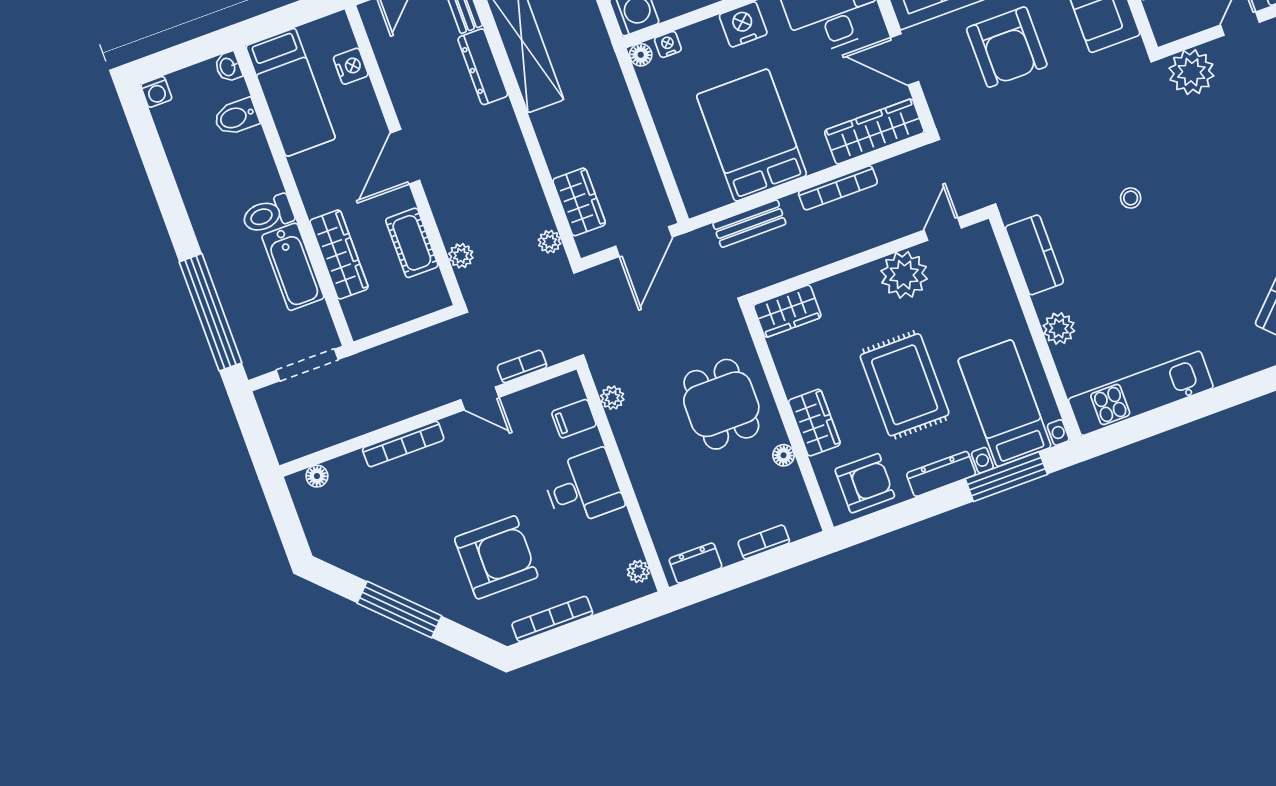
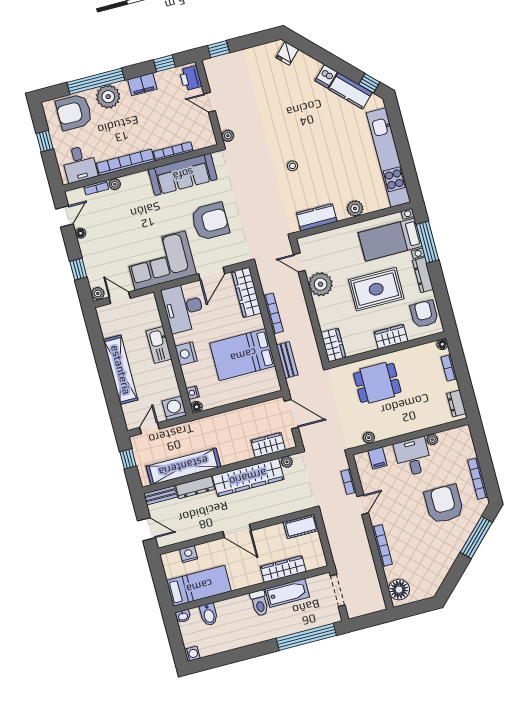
plant: (1191, 72) -> (228, 136), width x0.53, depth x0.53
wardrobe: (512, 169) -> (248, 477), added
cot: (412, 243) -> (301, 526), moved
plant: (461, 256) -> (290, 507), removed
kitchen unit: (1141, 393) -> (388, 157), width x1.36
floor lamp: (783, 455) -> (442, 344), moved
floor lamp: (317, 476) -> (399, 590), width x1.89, depth x1.89
plant: (638, 571) -> (432, 440), moved
window: (399, 610) -> (476, 537), moved

